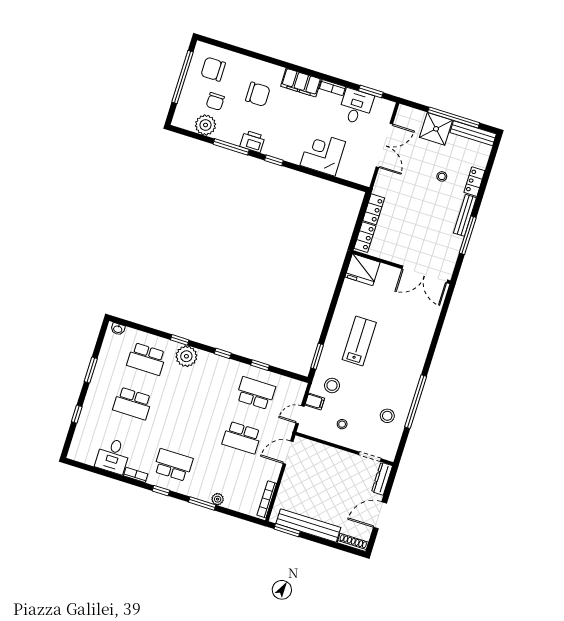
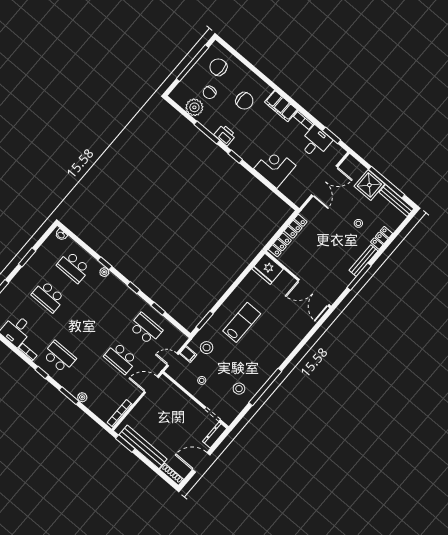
plant: (186, 356) -> (104, 272), width x0.53, depth x0.53

